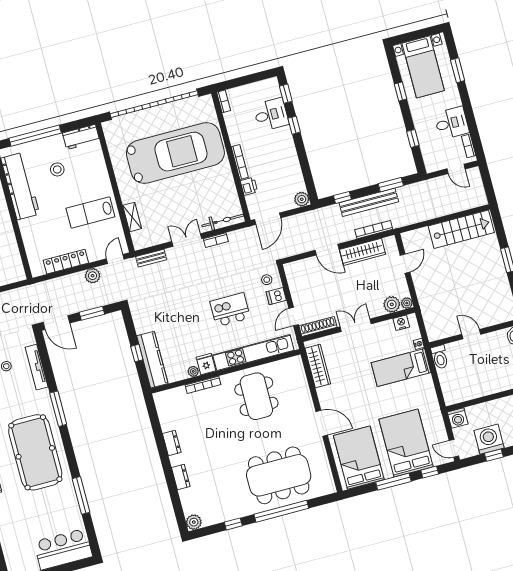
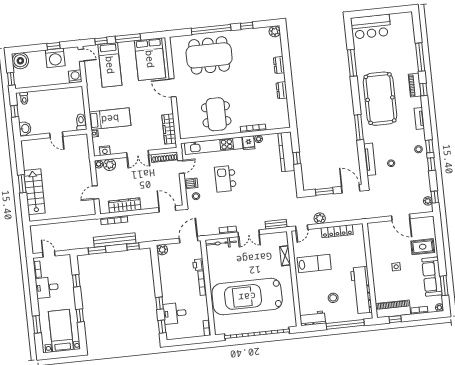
stairs: (461, 229) -> (34, 192), moved, turned 90
door: (327, 250) -> (167, 209), moved
kitchen island: (230, 310) -> (225, 179), turned 90
bed: (406, 443) -> (110, 65), width x0.67

